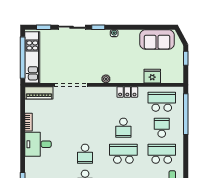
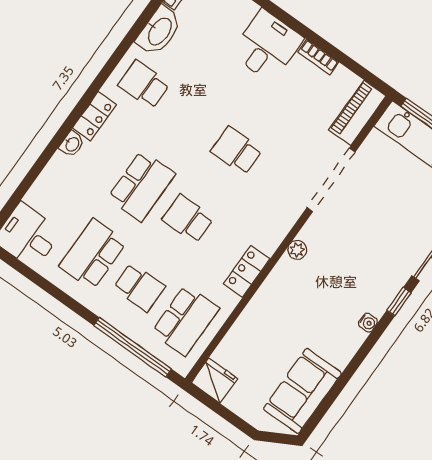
window: (186, 58) -> (232, 418), removed
fridge: (152, 76) -> (214, 381), moved, turned -90
school desk: (85, 154) -> (237, 151), moved
school desk: (162, 154) -> (93, 254), turned 180

